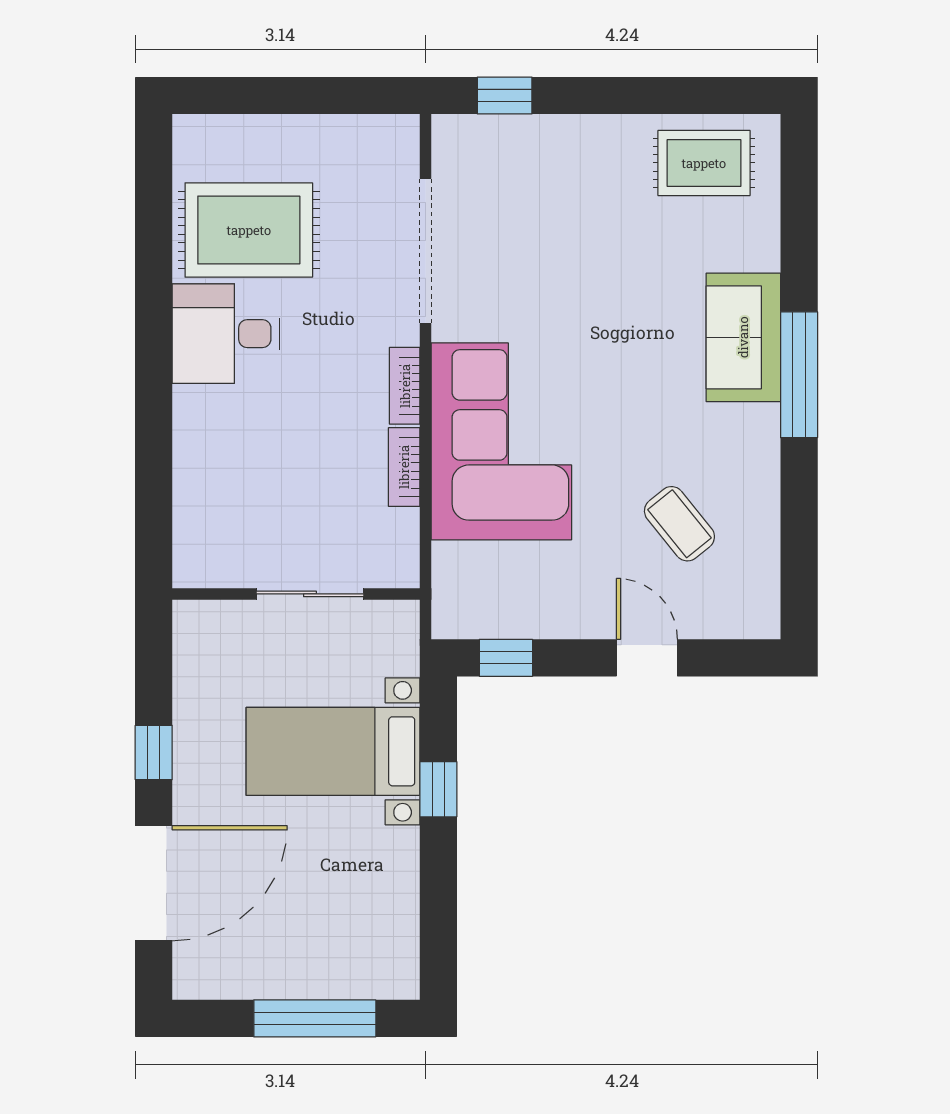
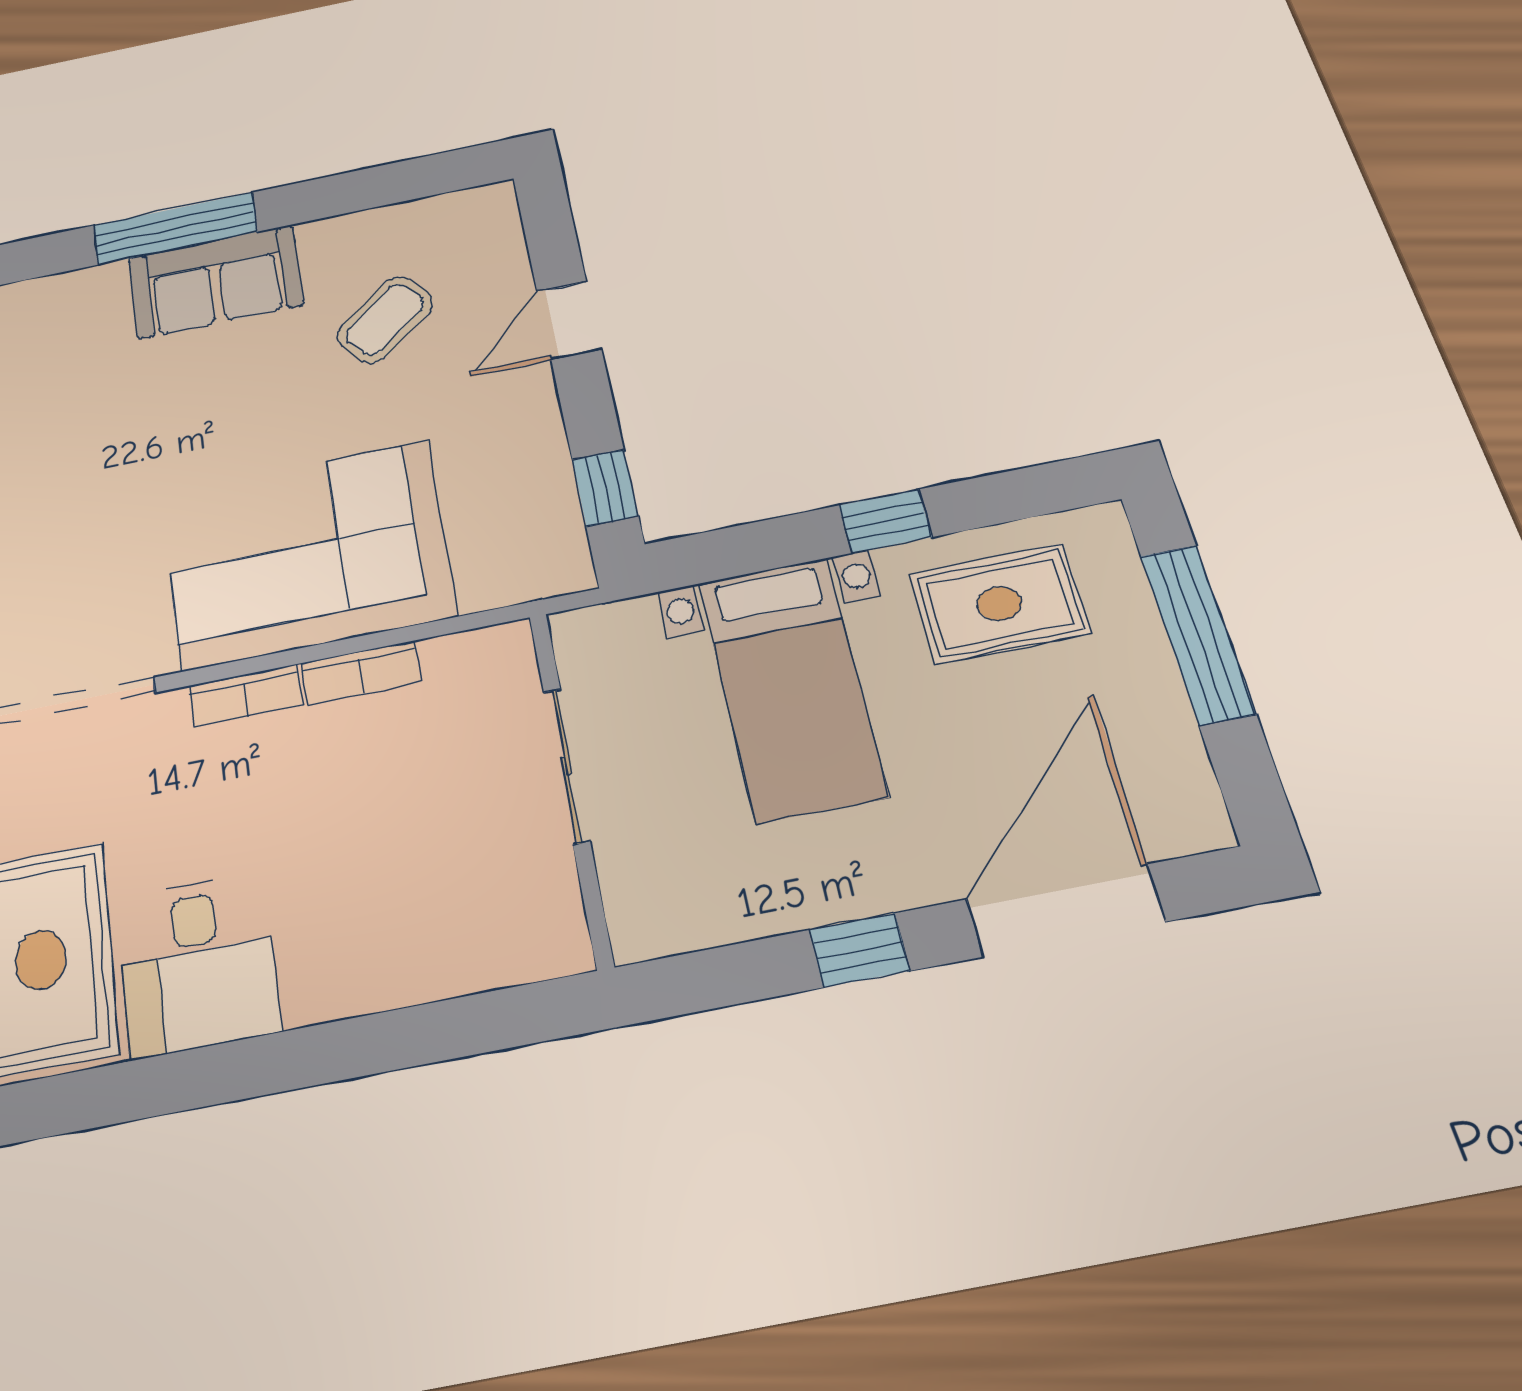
sofa: (743, 337) -> (216, 281), moved
window: (438, 789) -> (885, 521), moved
door: (154, 883) -> (1065, 910), hinge flipped
rug: (363, 900) -> (999, 604), added

